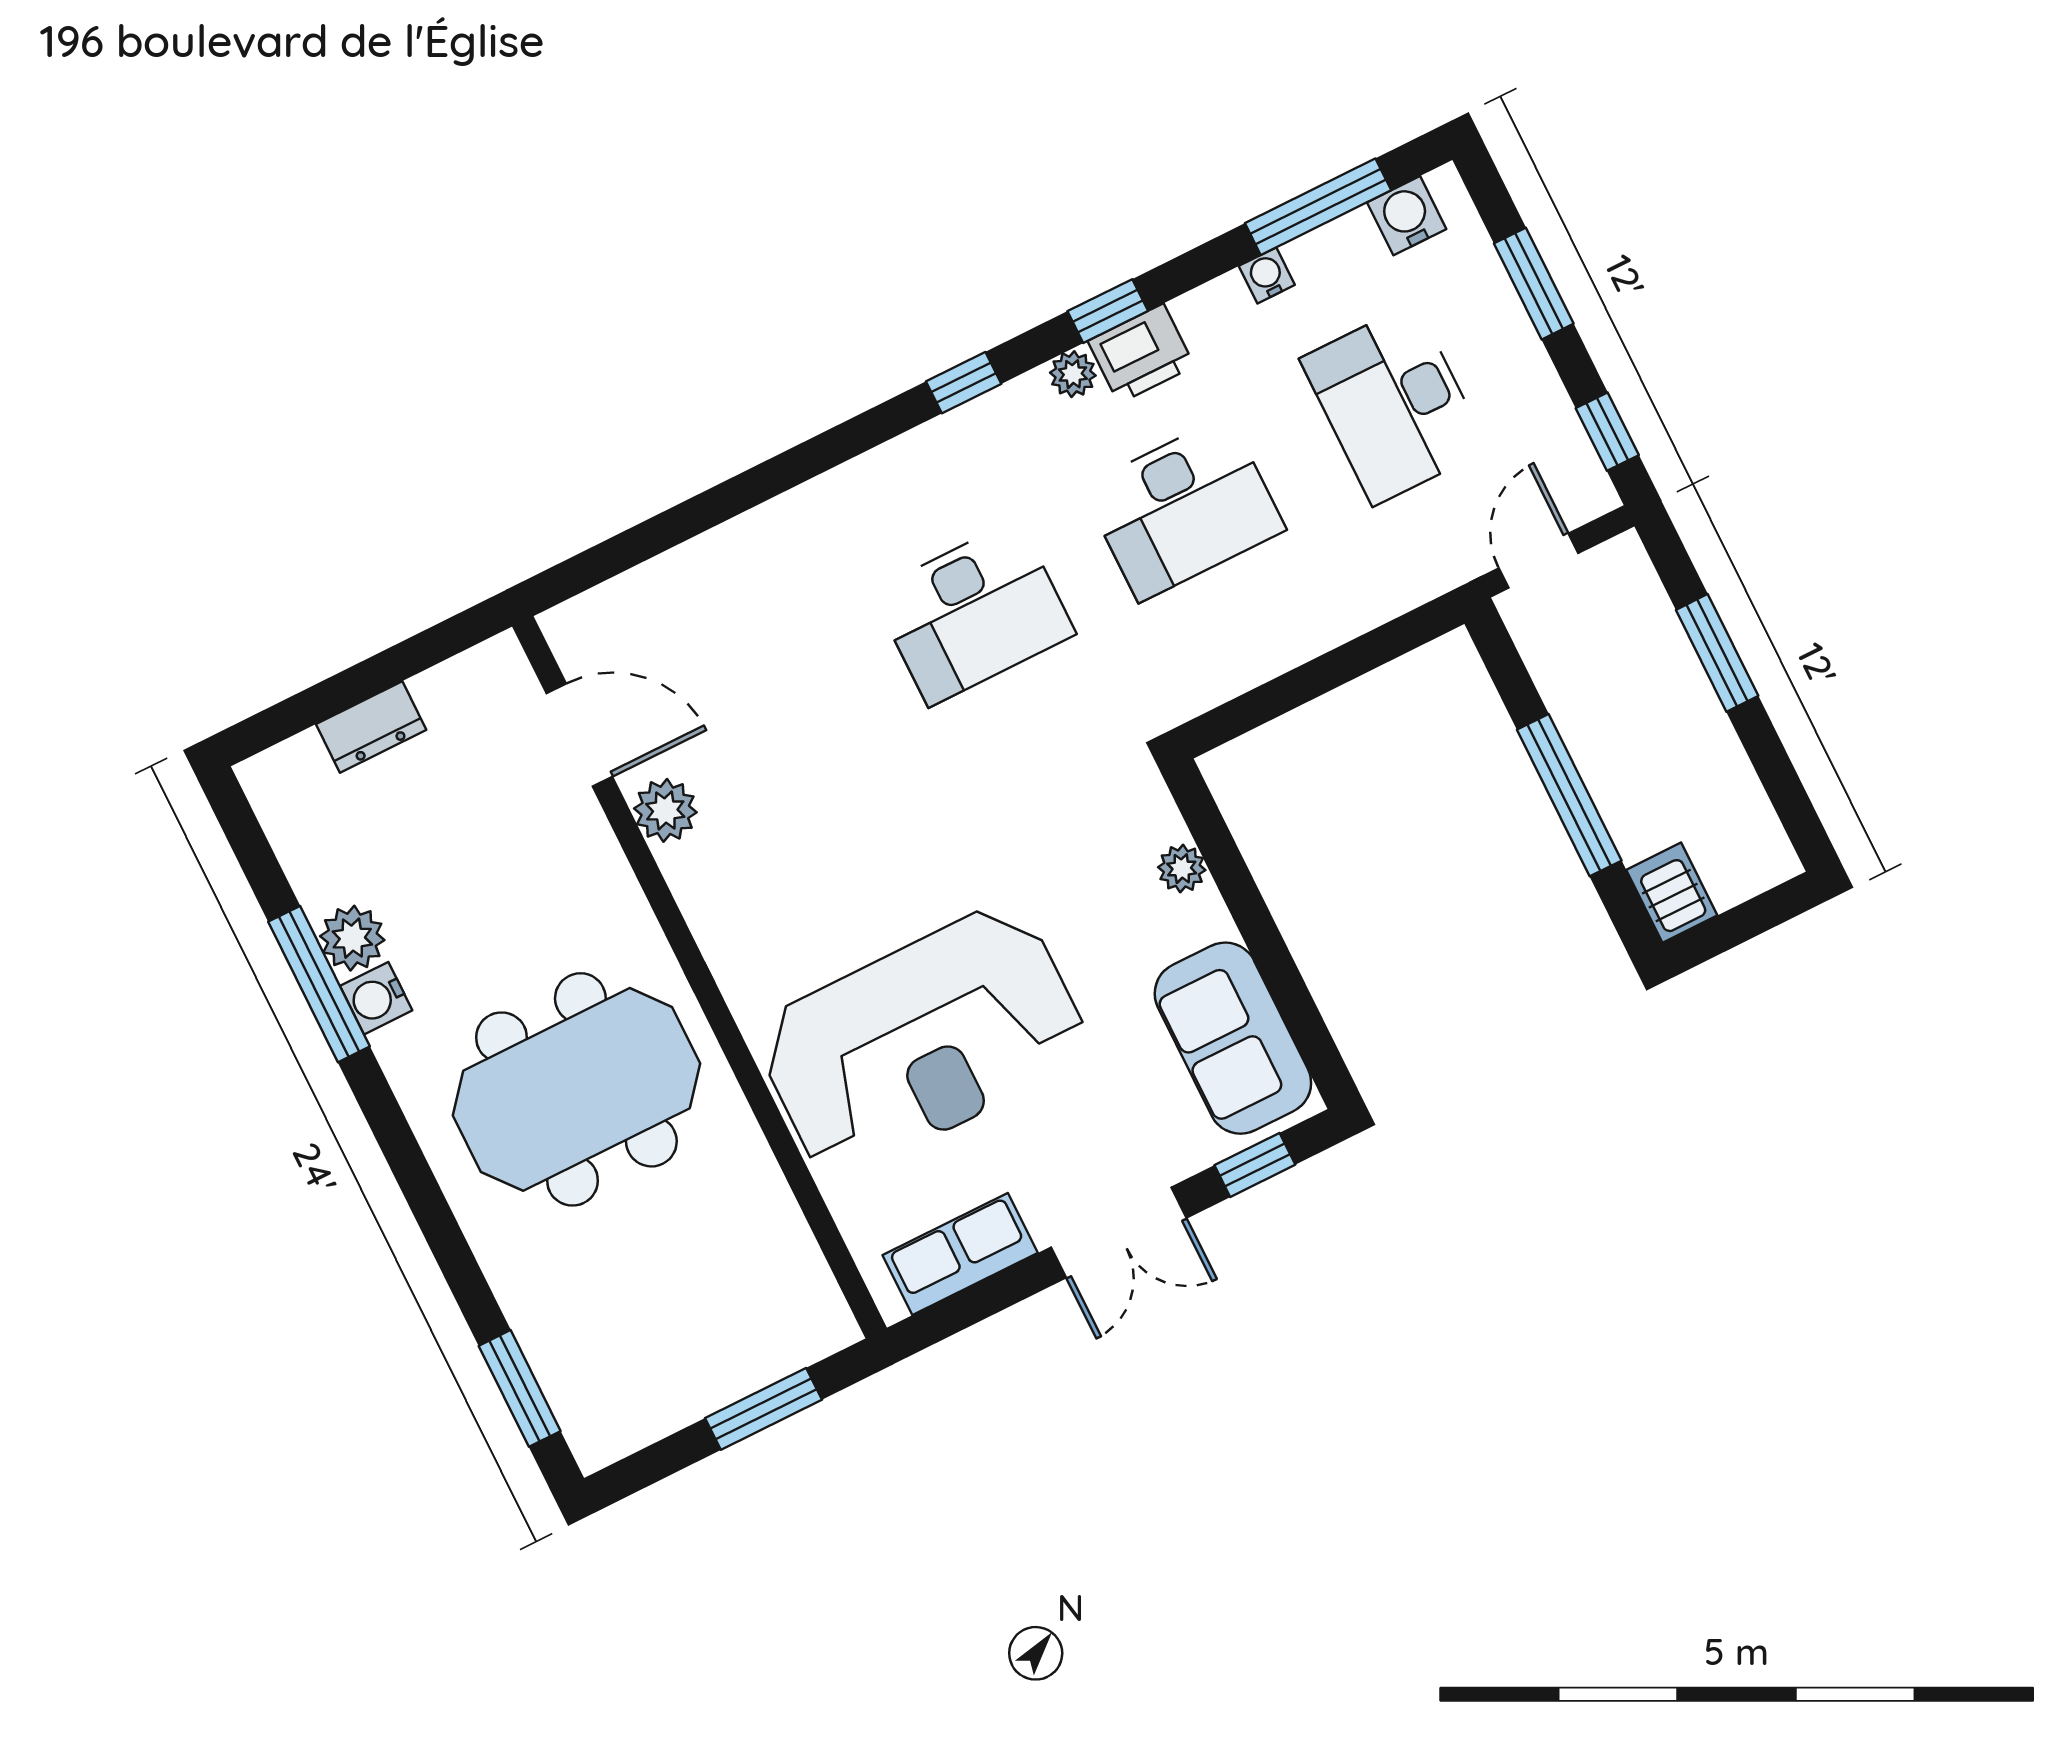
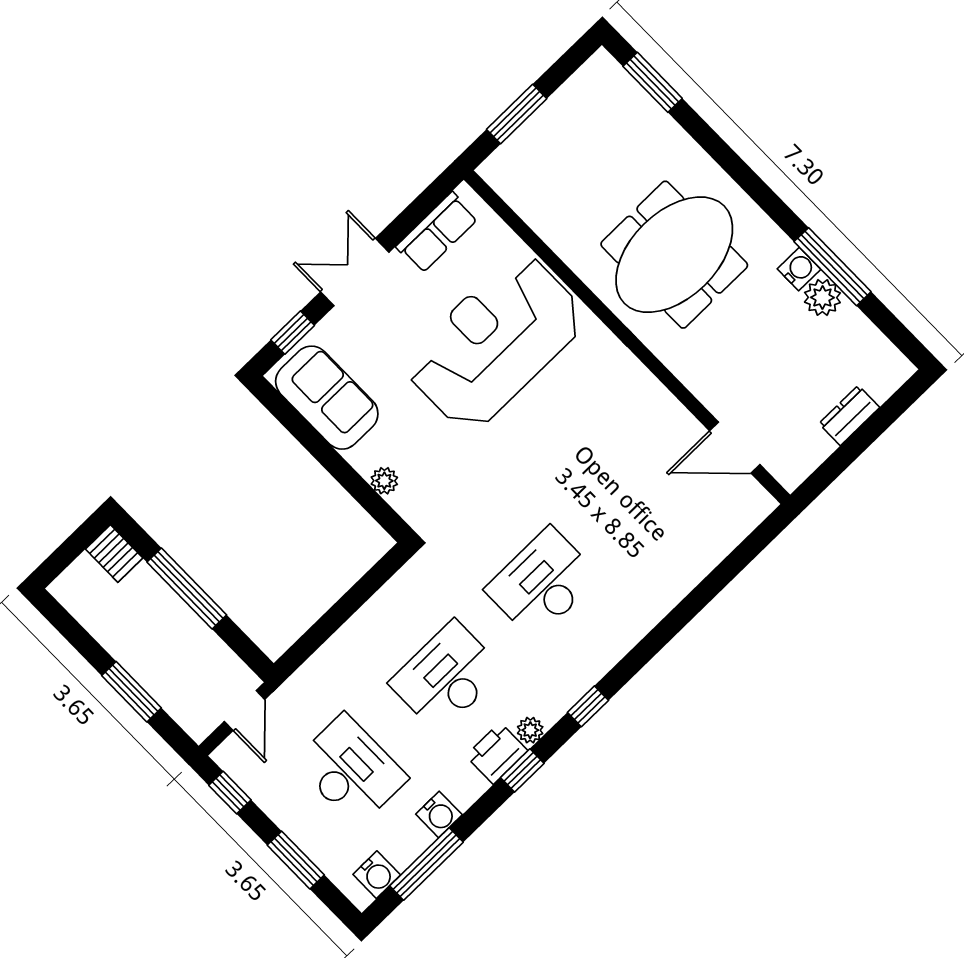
water cooler: (1267, 275) -> (439, 814), width x1.38, depth x1.38
plant: (665, 810) -> (675, 422), removed

